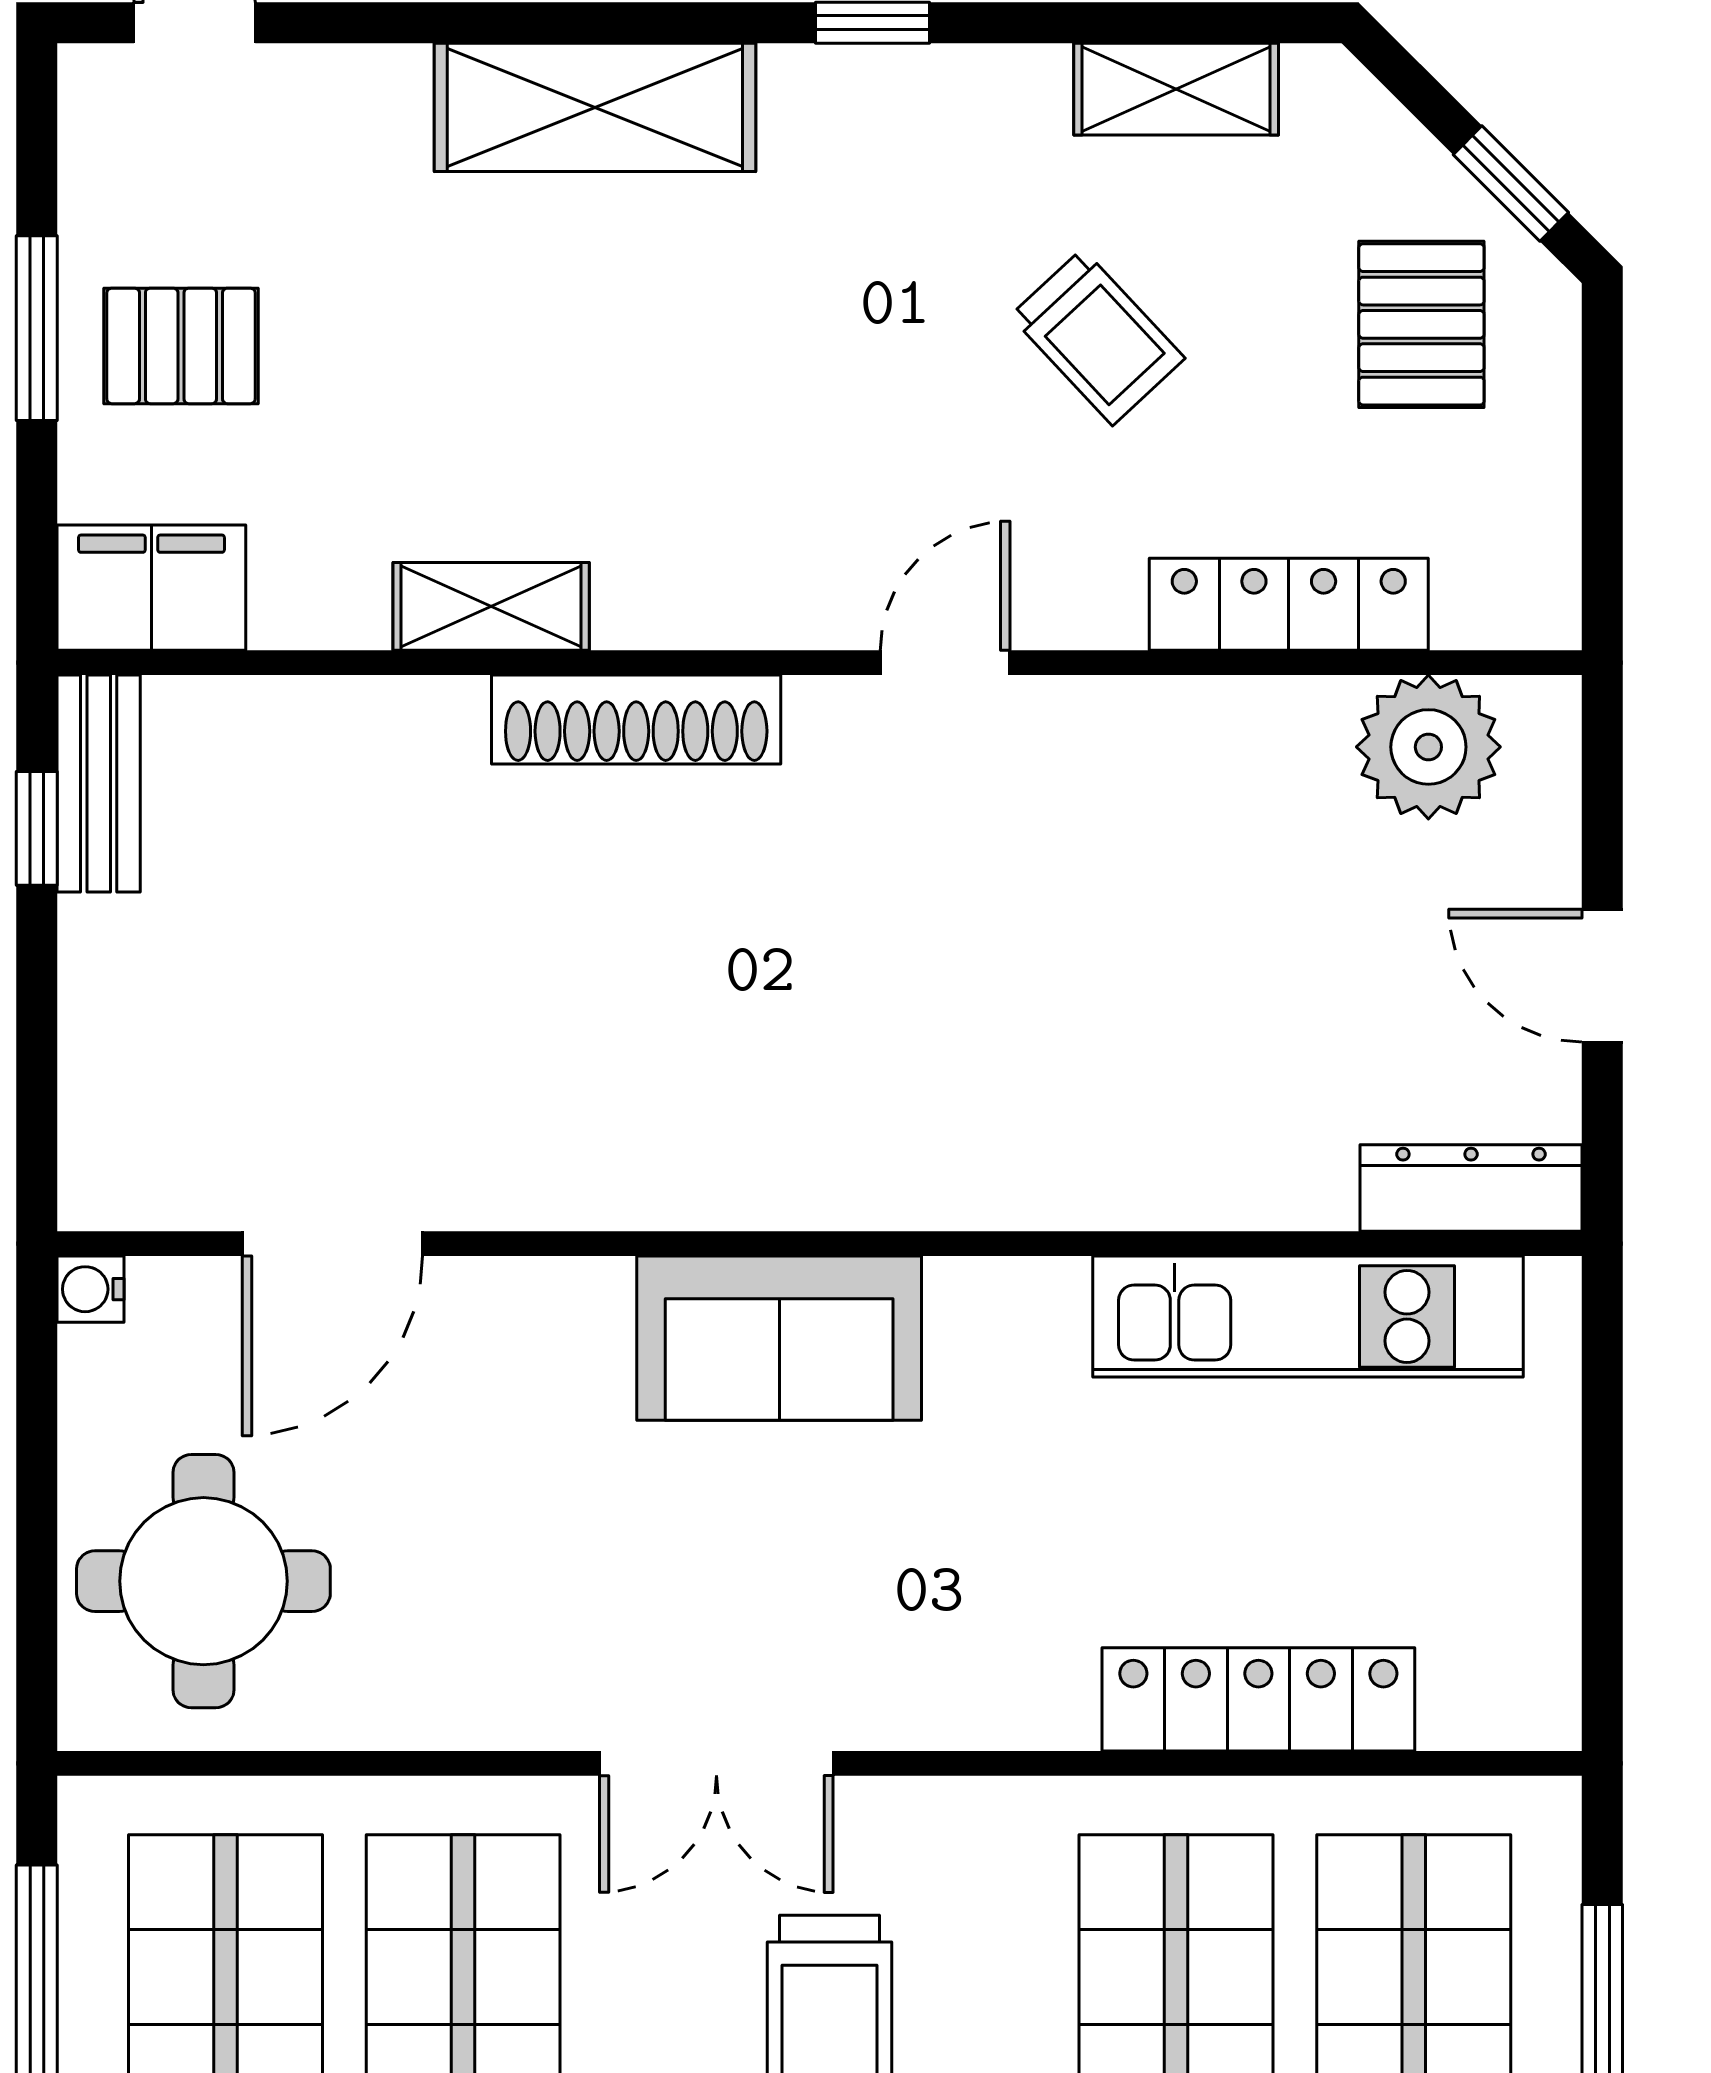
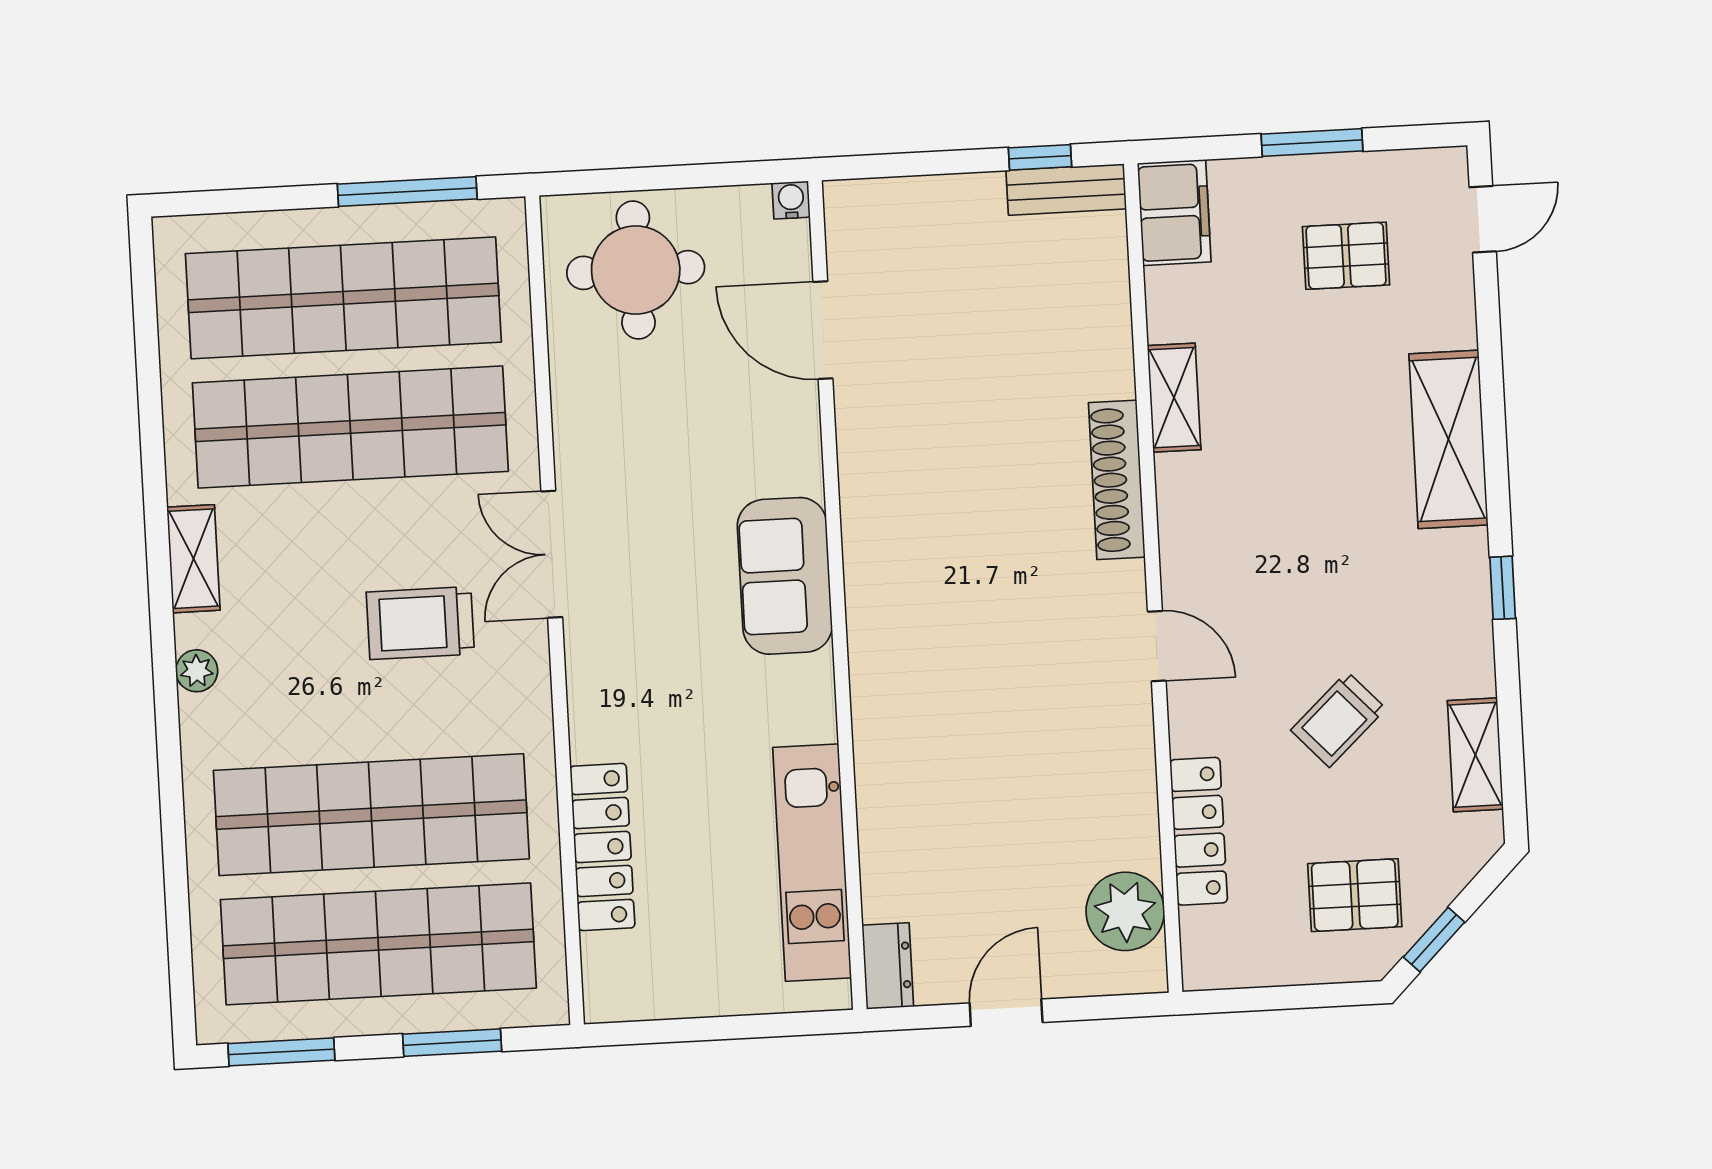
pallet: (181, 346) -> (1346, 256), moved, turned 90
dresser: (1471, 1188) -> (888, 966), width x0.70

